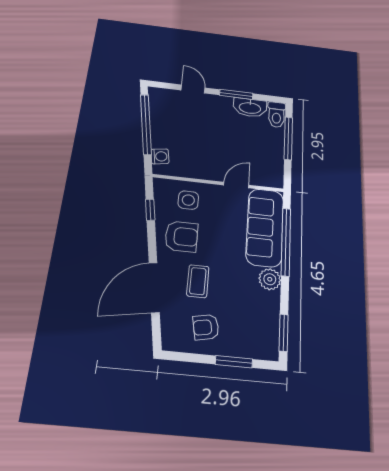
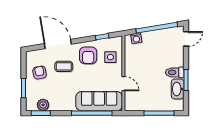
door: (193, 89) -> (186, 39), moved
toilet: (276, 115) -> (175, 72), moved
plant: (270, 279) -> (43, 105), moved

